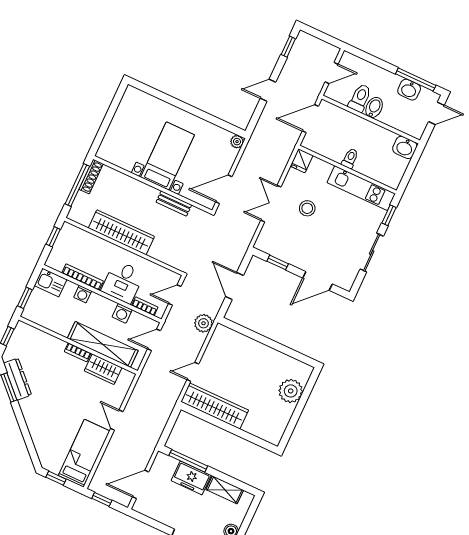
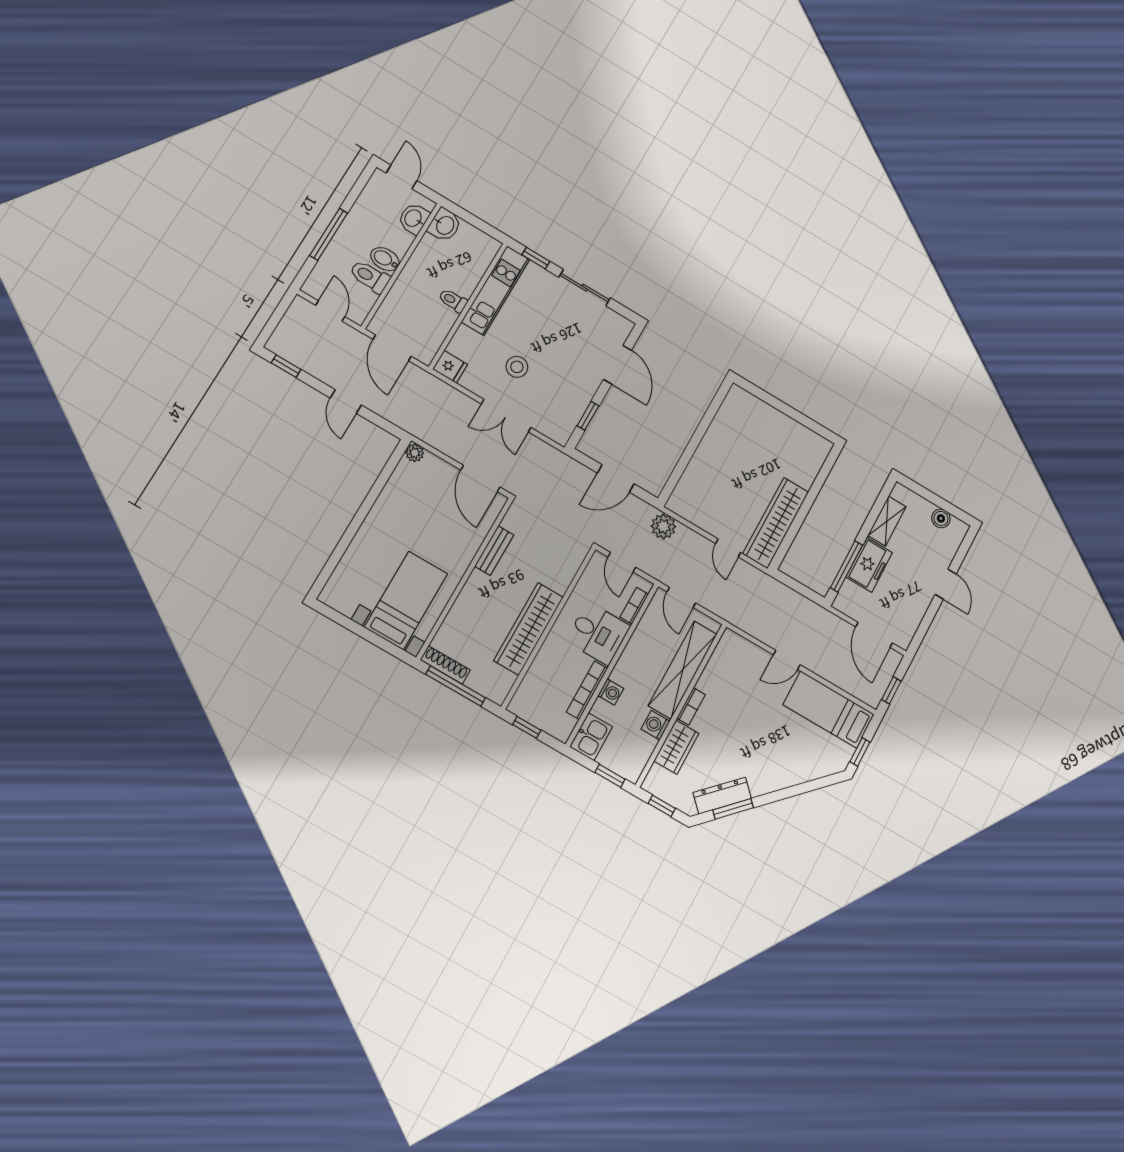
window: (416, 80) -> (329, 234), moved
washbasin: (409, 90) -> (414, 218), moved, turned 180
bed with nightstands: (168, 156) -> (406, 600), moved, turned 90
washing machine: (122, 313) -> (656, 725), moved, turned 180
wardrobe: (103, 369) -> (676, 747), moved
plant: (291, 391) -> (762, 418), removed

